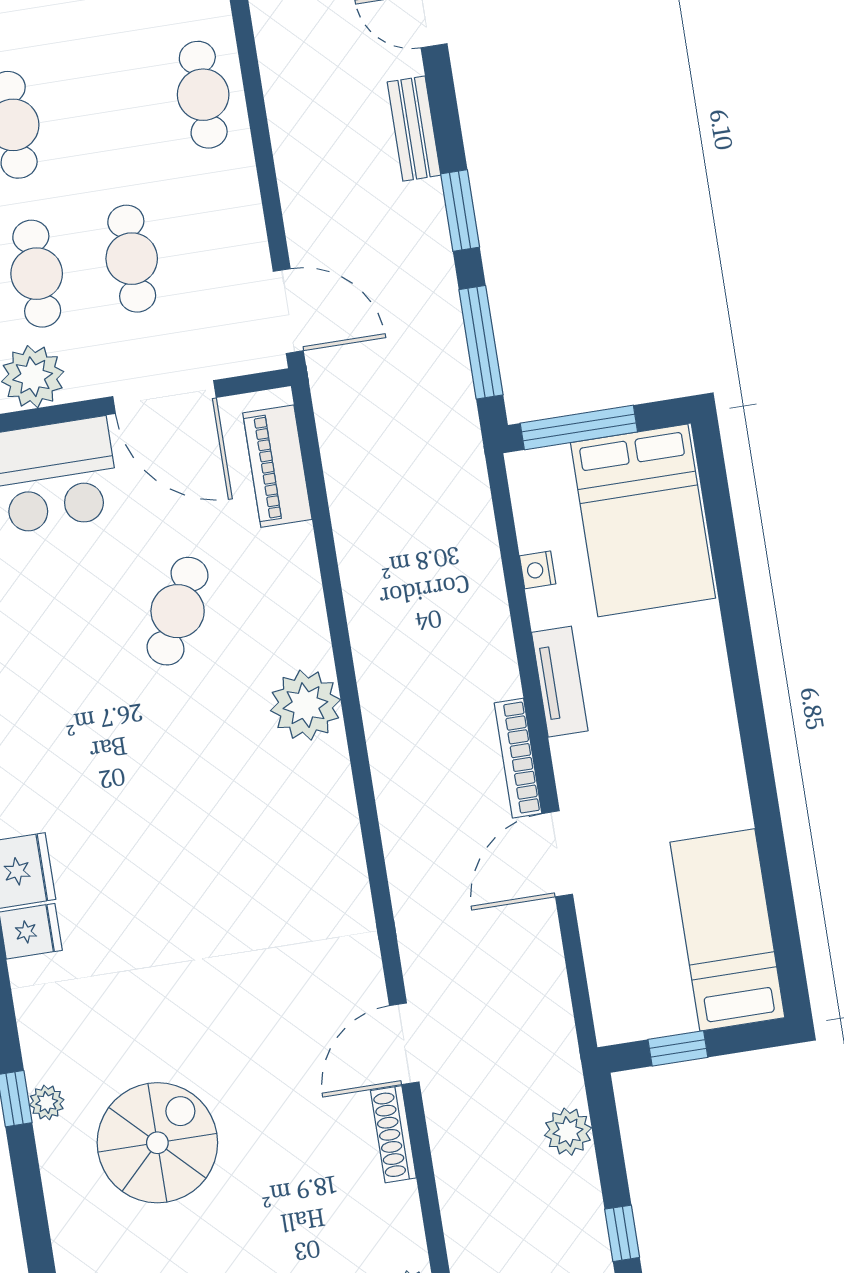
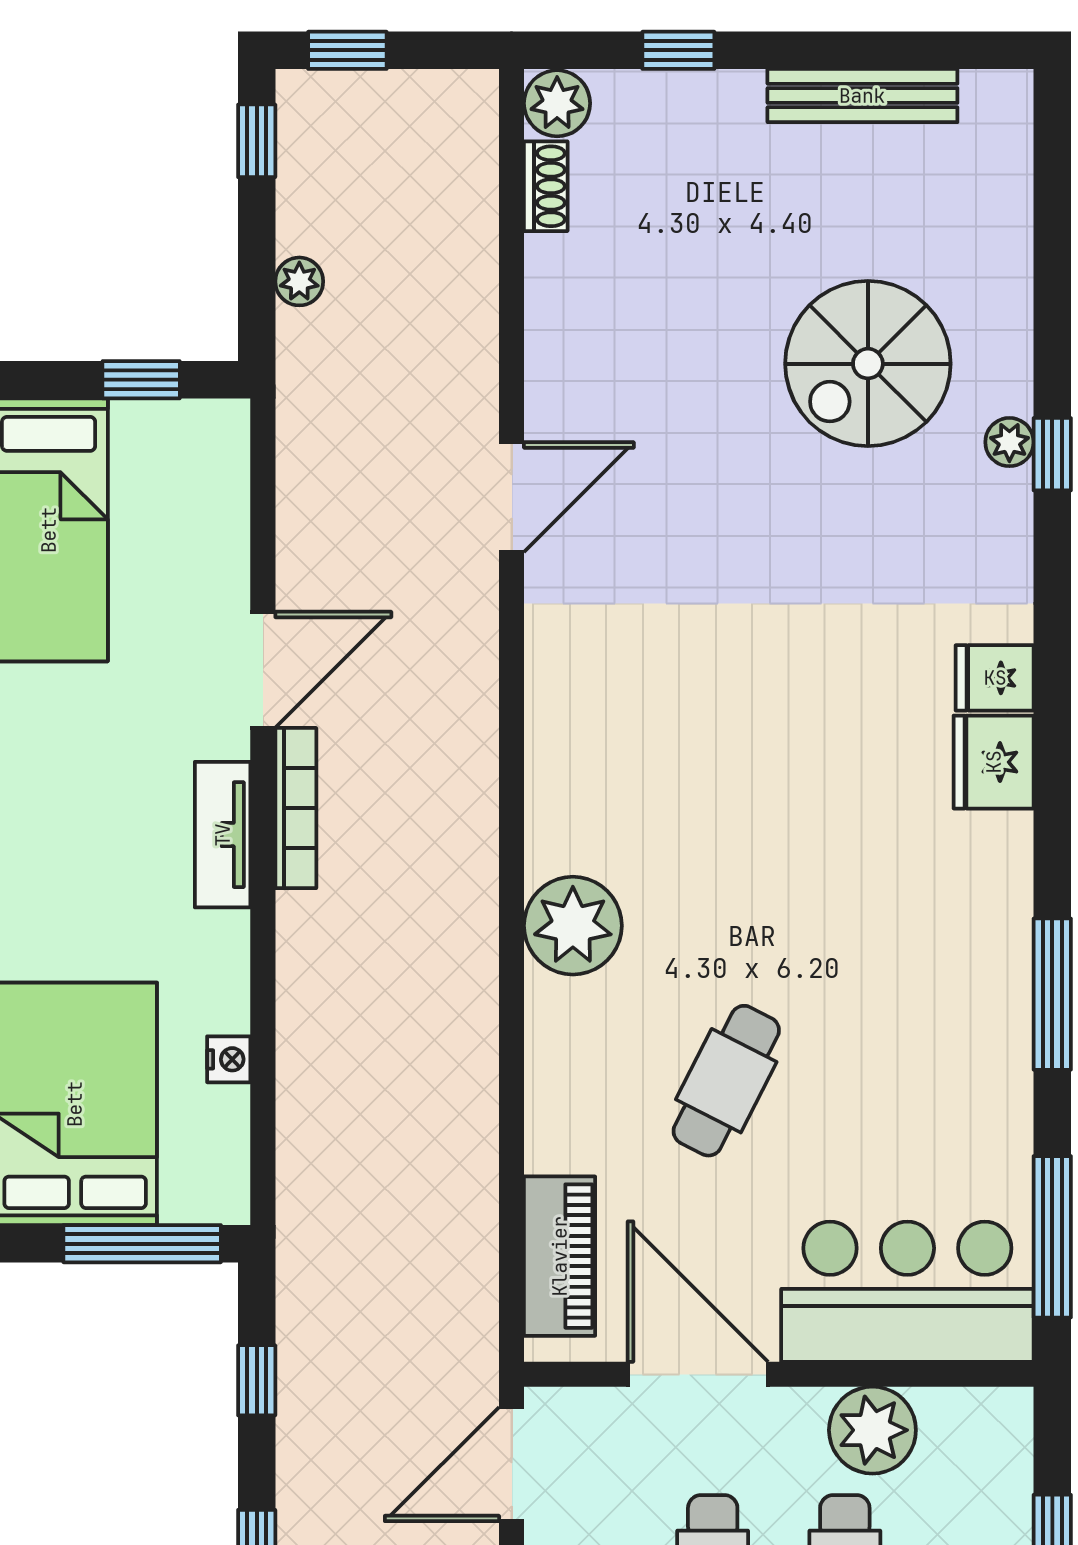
door: (288, 311) -> (512, 1464), hinge flipped
window: (481, 342) -> (257, 1380), width x0.46
tv unit: (560, 682) -> (223, 835), moved
door: (404, 1044) -> (512, 497), moved
plant: (568, 1132) -> (299, 281), width x0.73, depth x0.73
shoe rack: (393, 1134) -> (546, 186), moved, width x0.70

